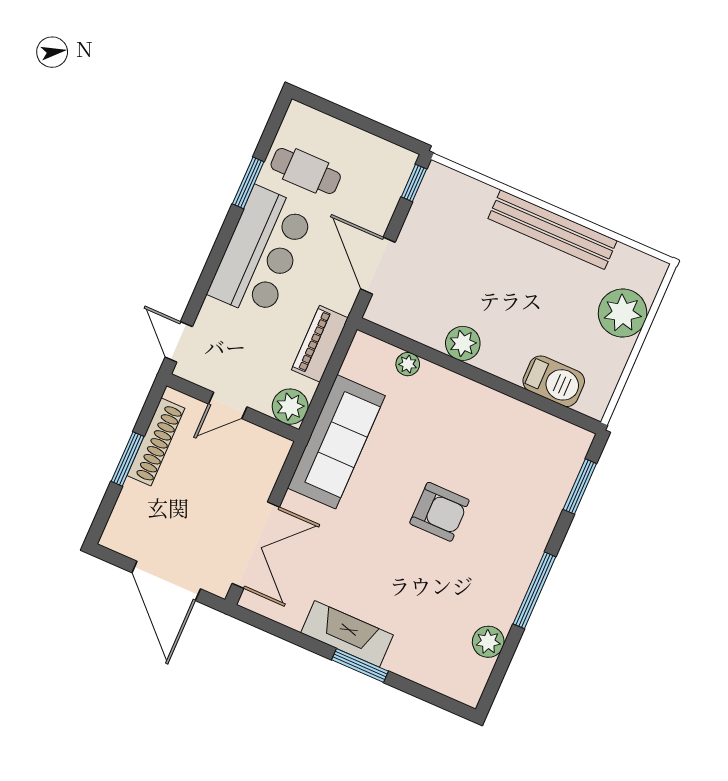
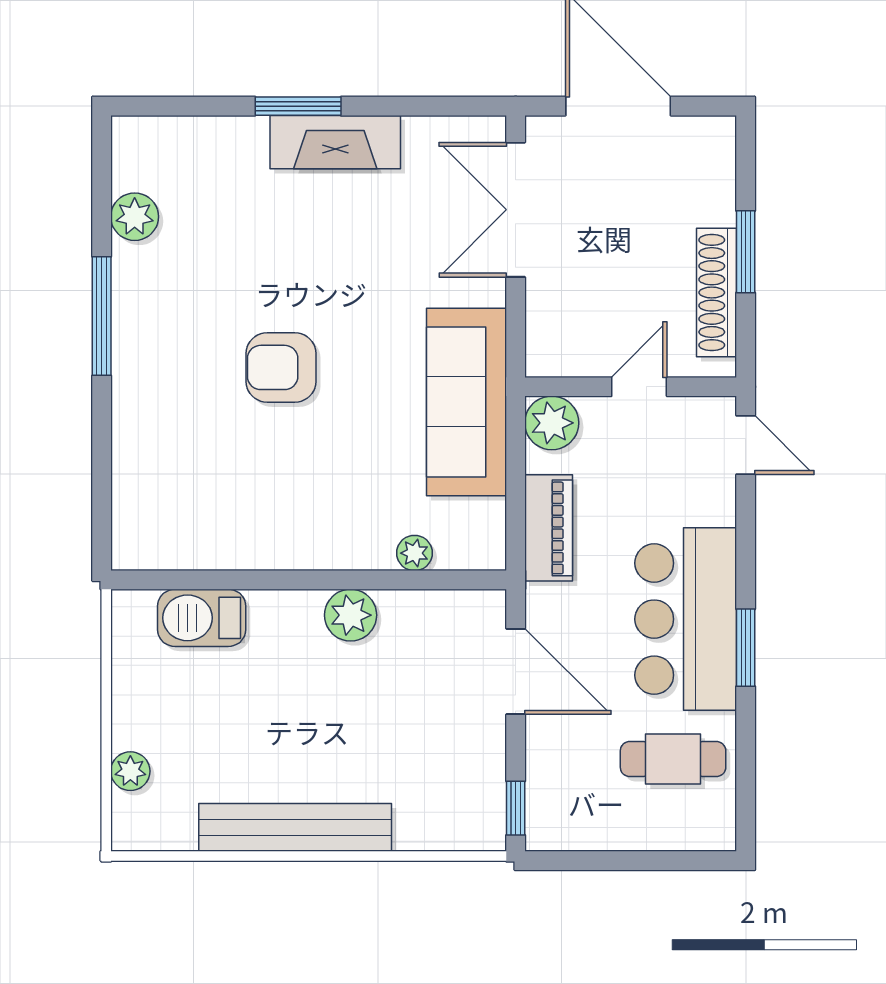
window: (248, 183) -> (746, 648), moved
plant: (623, 313) -> (130, 771), width x0.53, depth x0.53
window: (580, 486) -> (102, 488), removed

